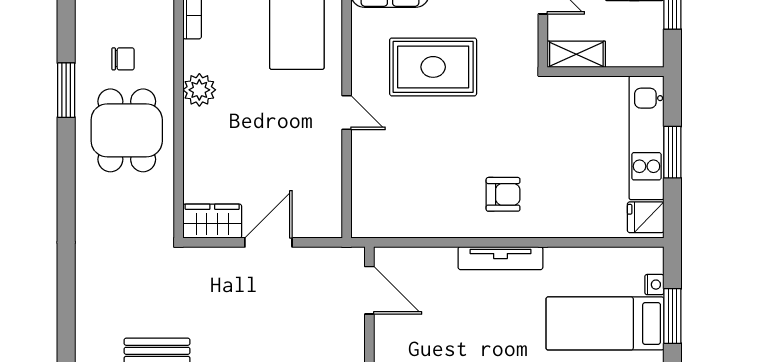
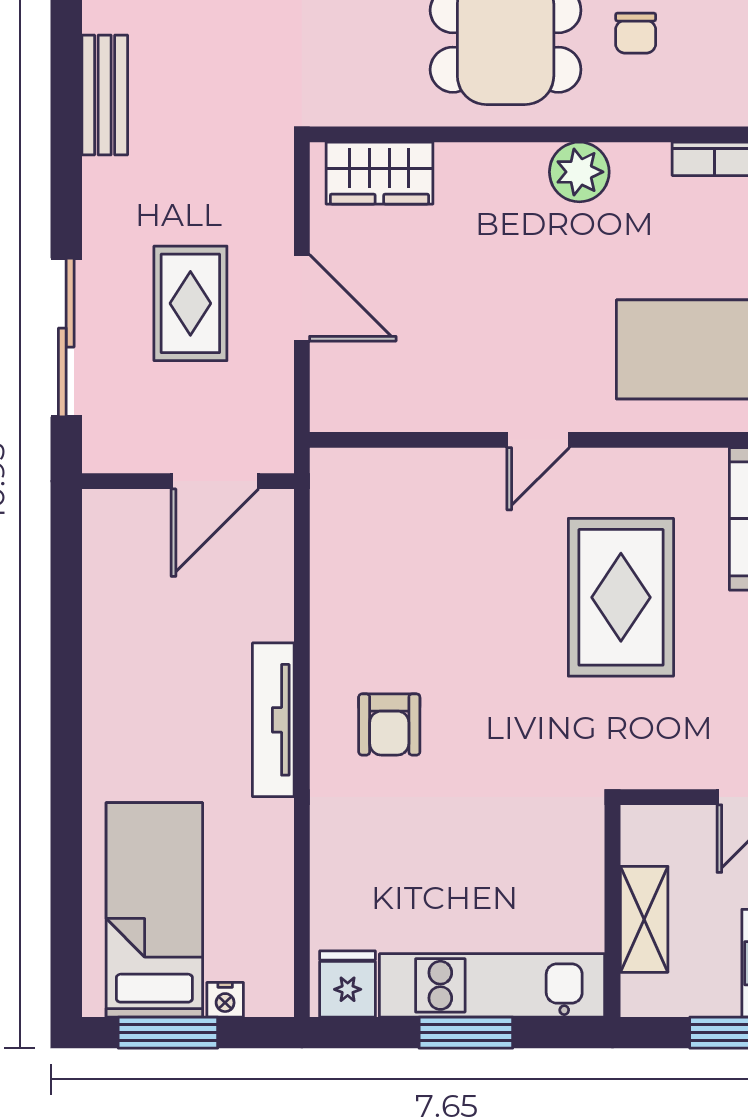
shelving: (576, 54) -> (644, 919), moved
wardrobe: (212, 221) -> (379, 173), moved, turned 90
rug: (272, 304) -> (190, 303), added

